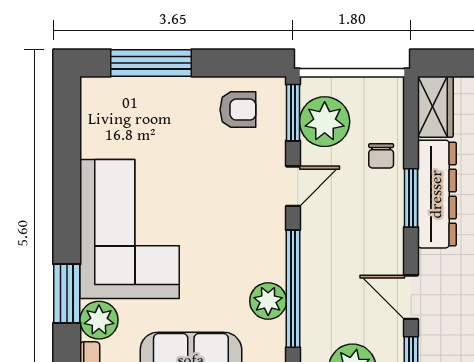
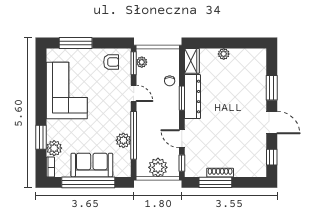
plant: (325, 122) -> (142, 62), width x0.53, depth x0.53
door: (293, 186) -> (134, 93), hinge flipped
corner sofa: (130, 229) -> (67, 90), moved

